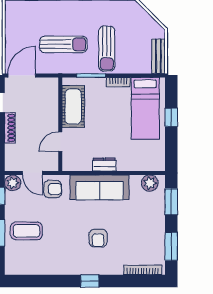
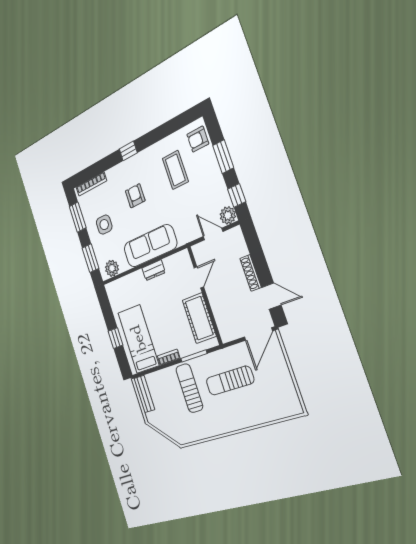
armchair: (53, 189) -> (198, 139), moved
side table: (143, 227) -> (104, 225), added
coffee table: (26, 231) -> (175, 170), moved, turned 90

